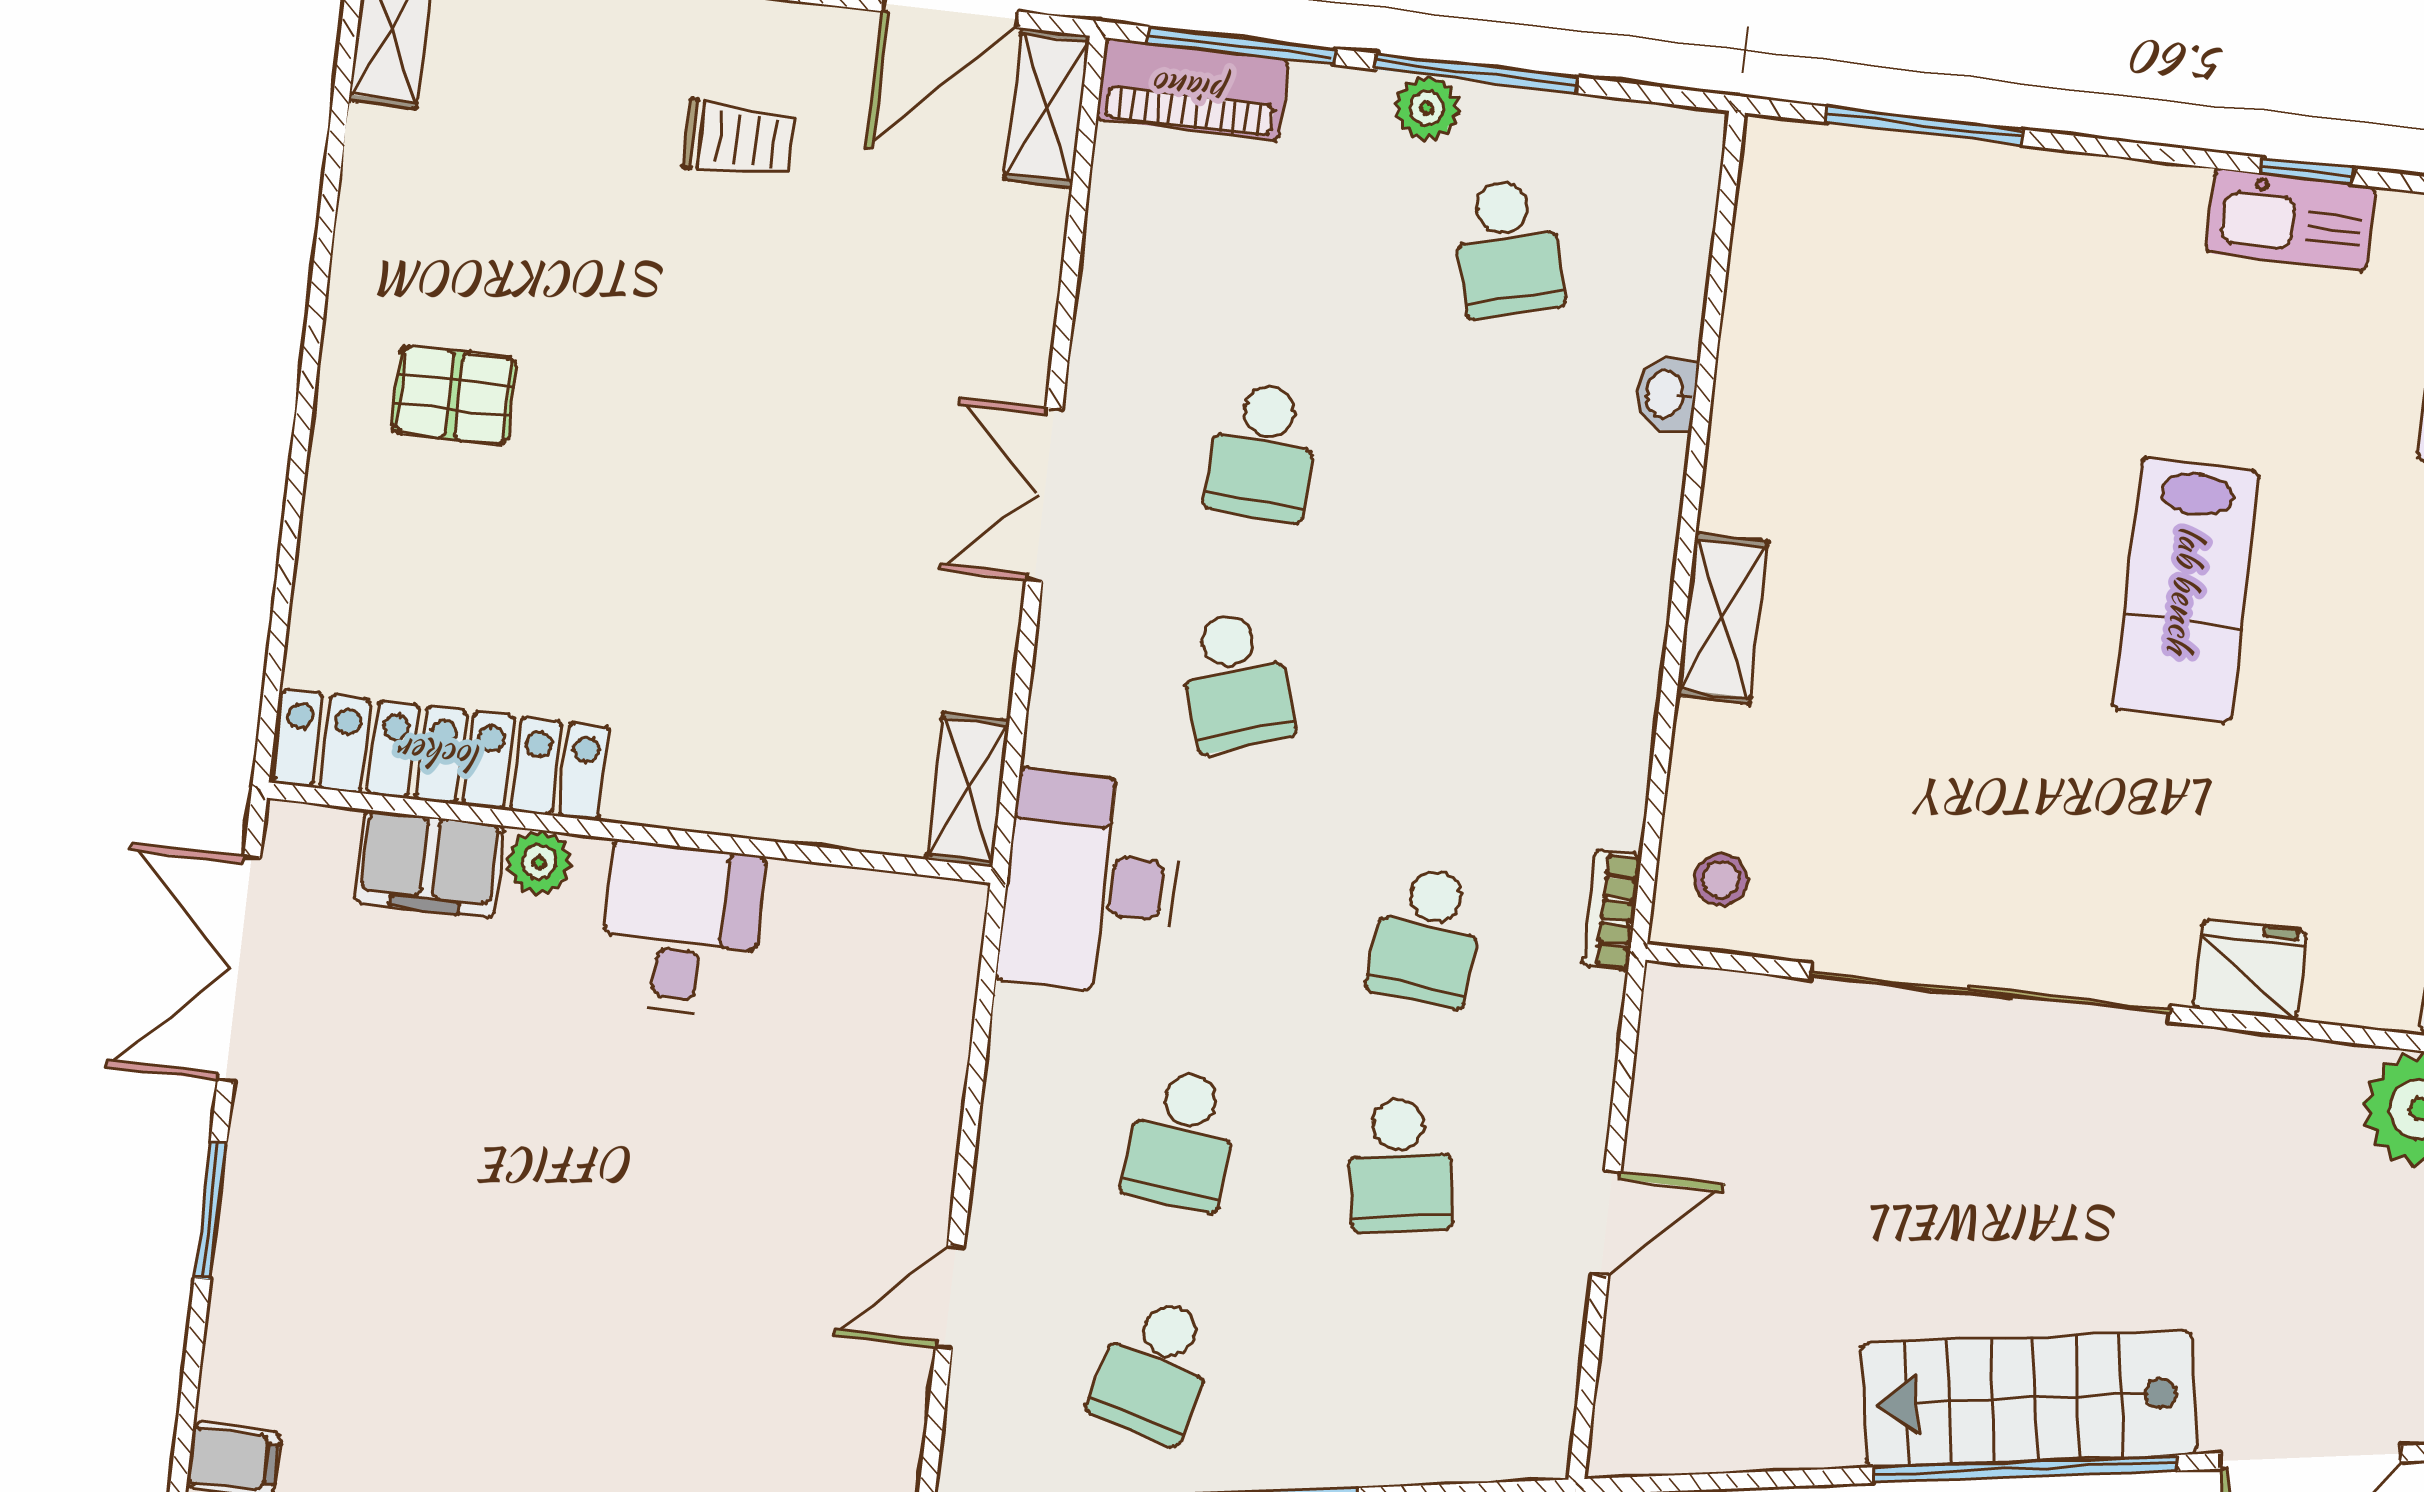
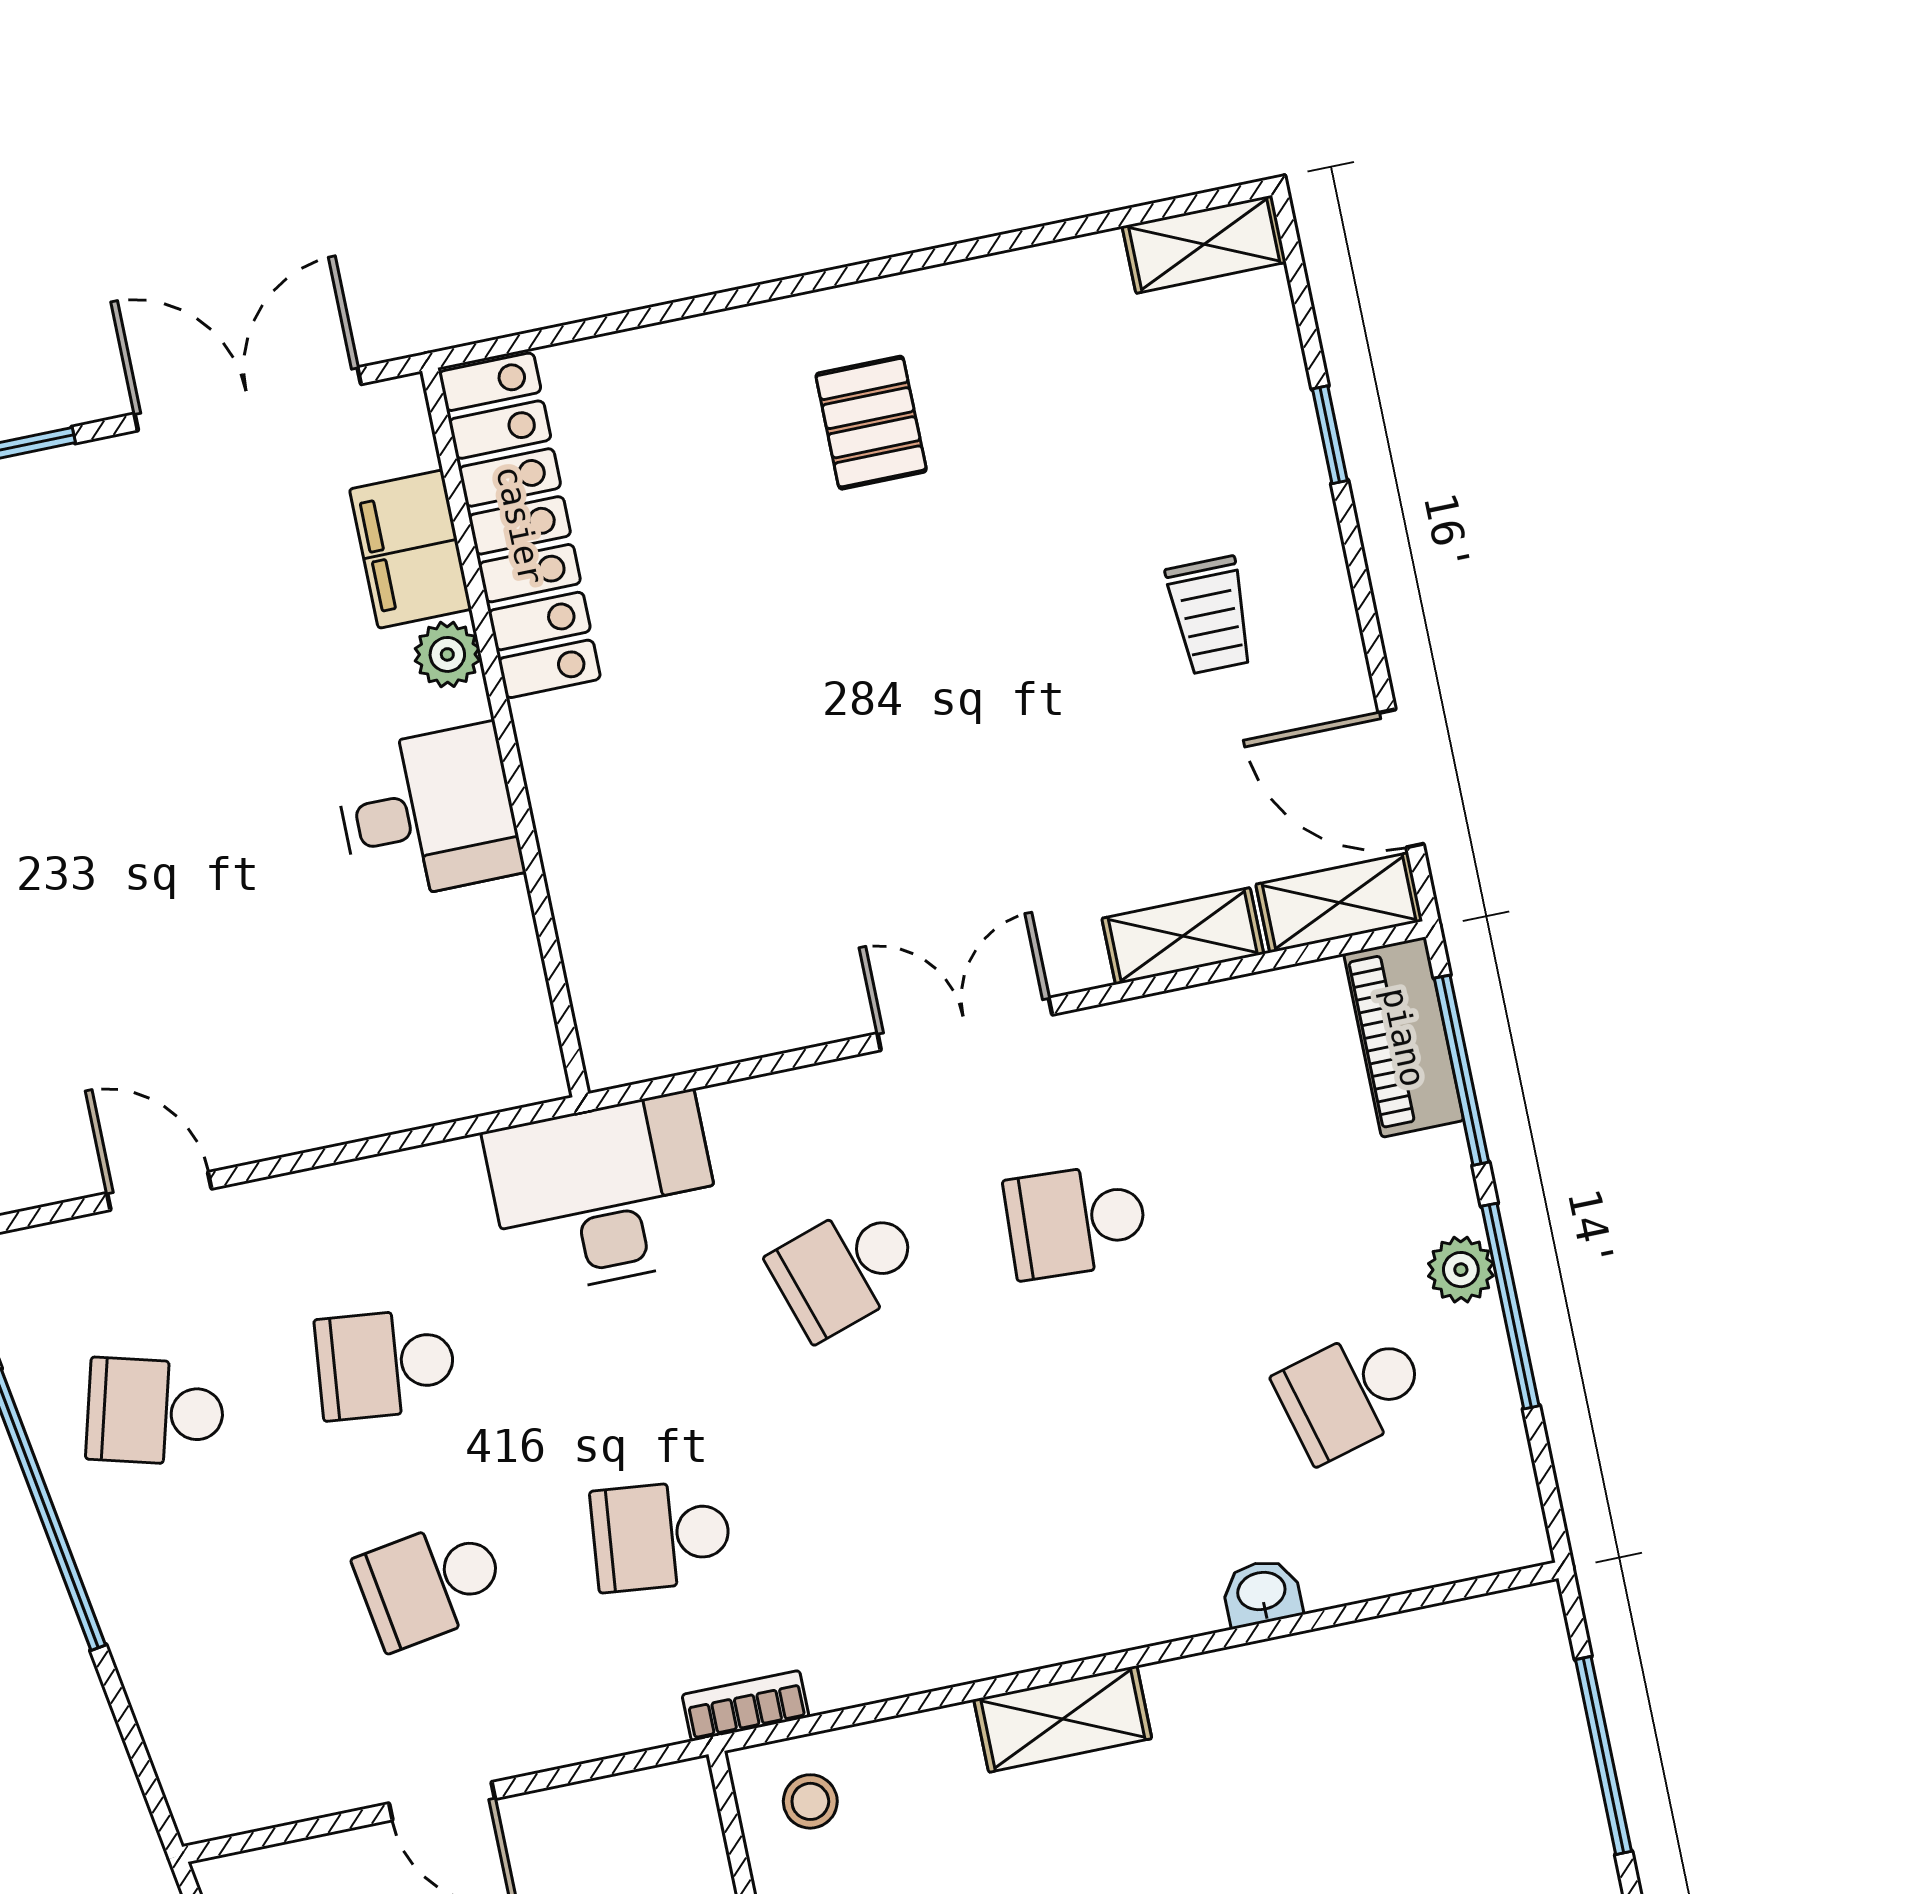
shelving: (968, 790) -> (1183, 936), moved

